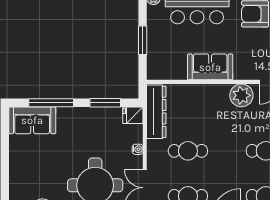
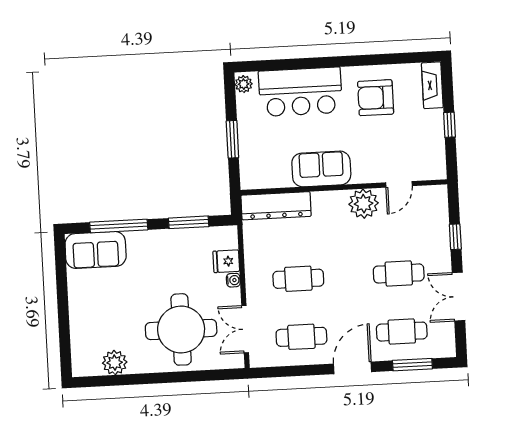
dresser: (156, 112) -> (276, 206), moved, turned 90
fridge: (133, 115) -> (226, 261), moved

